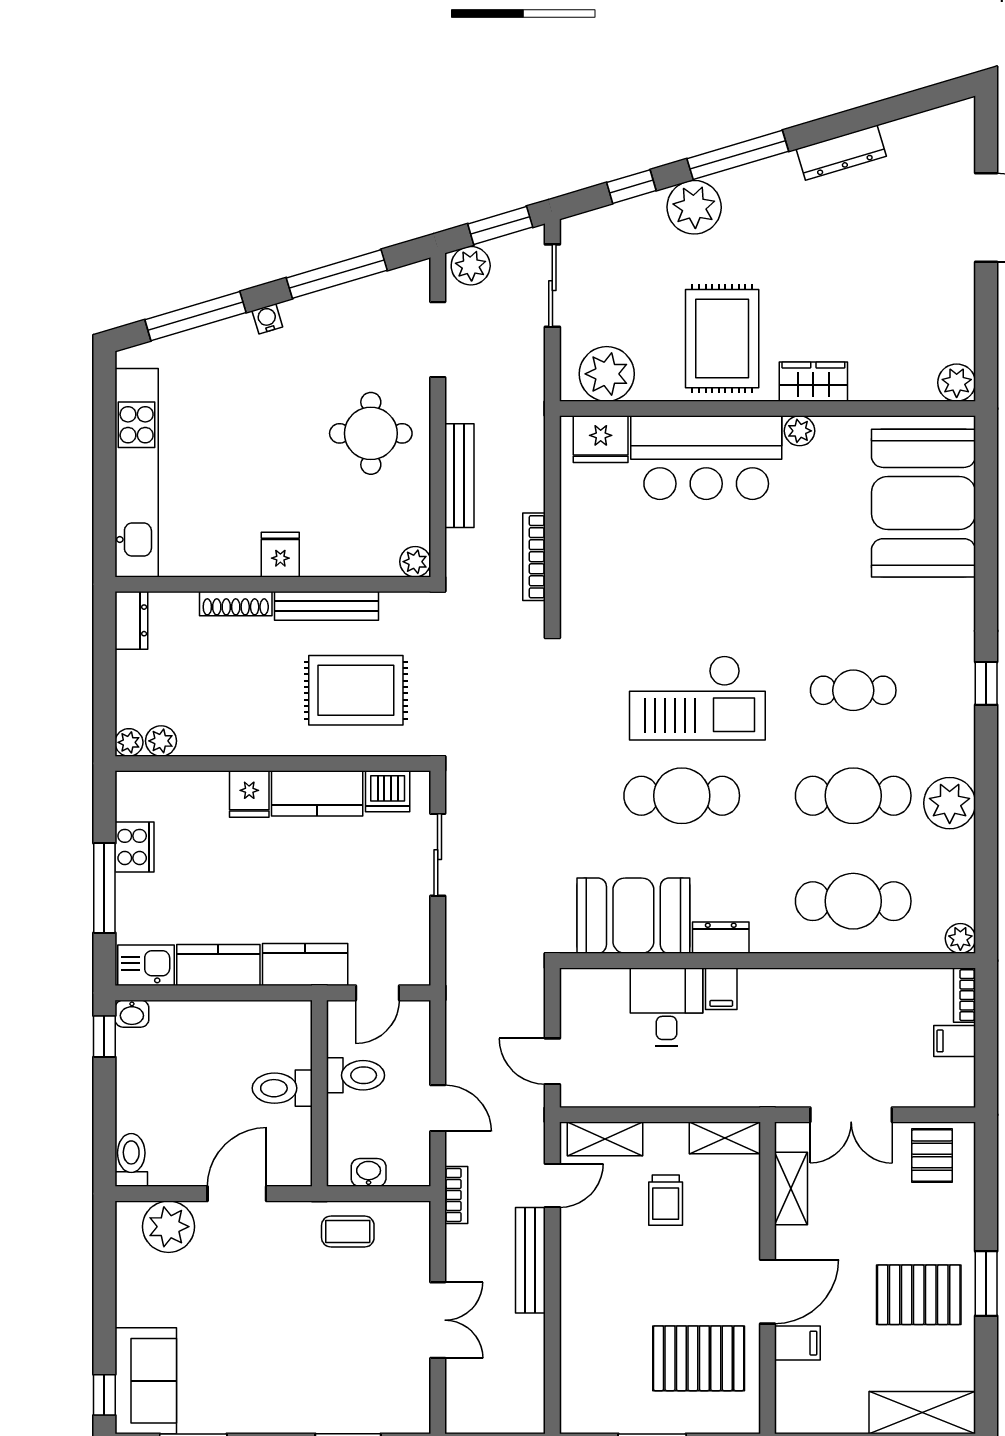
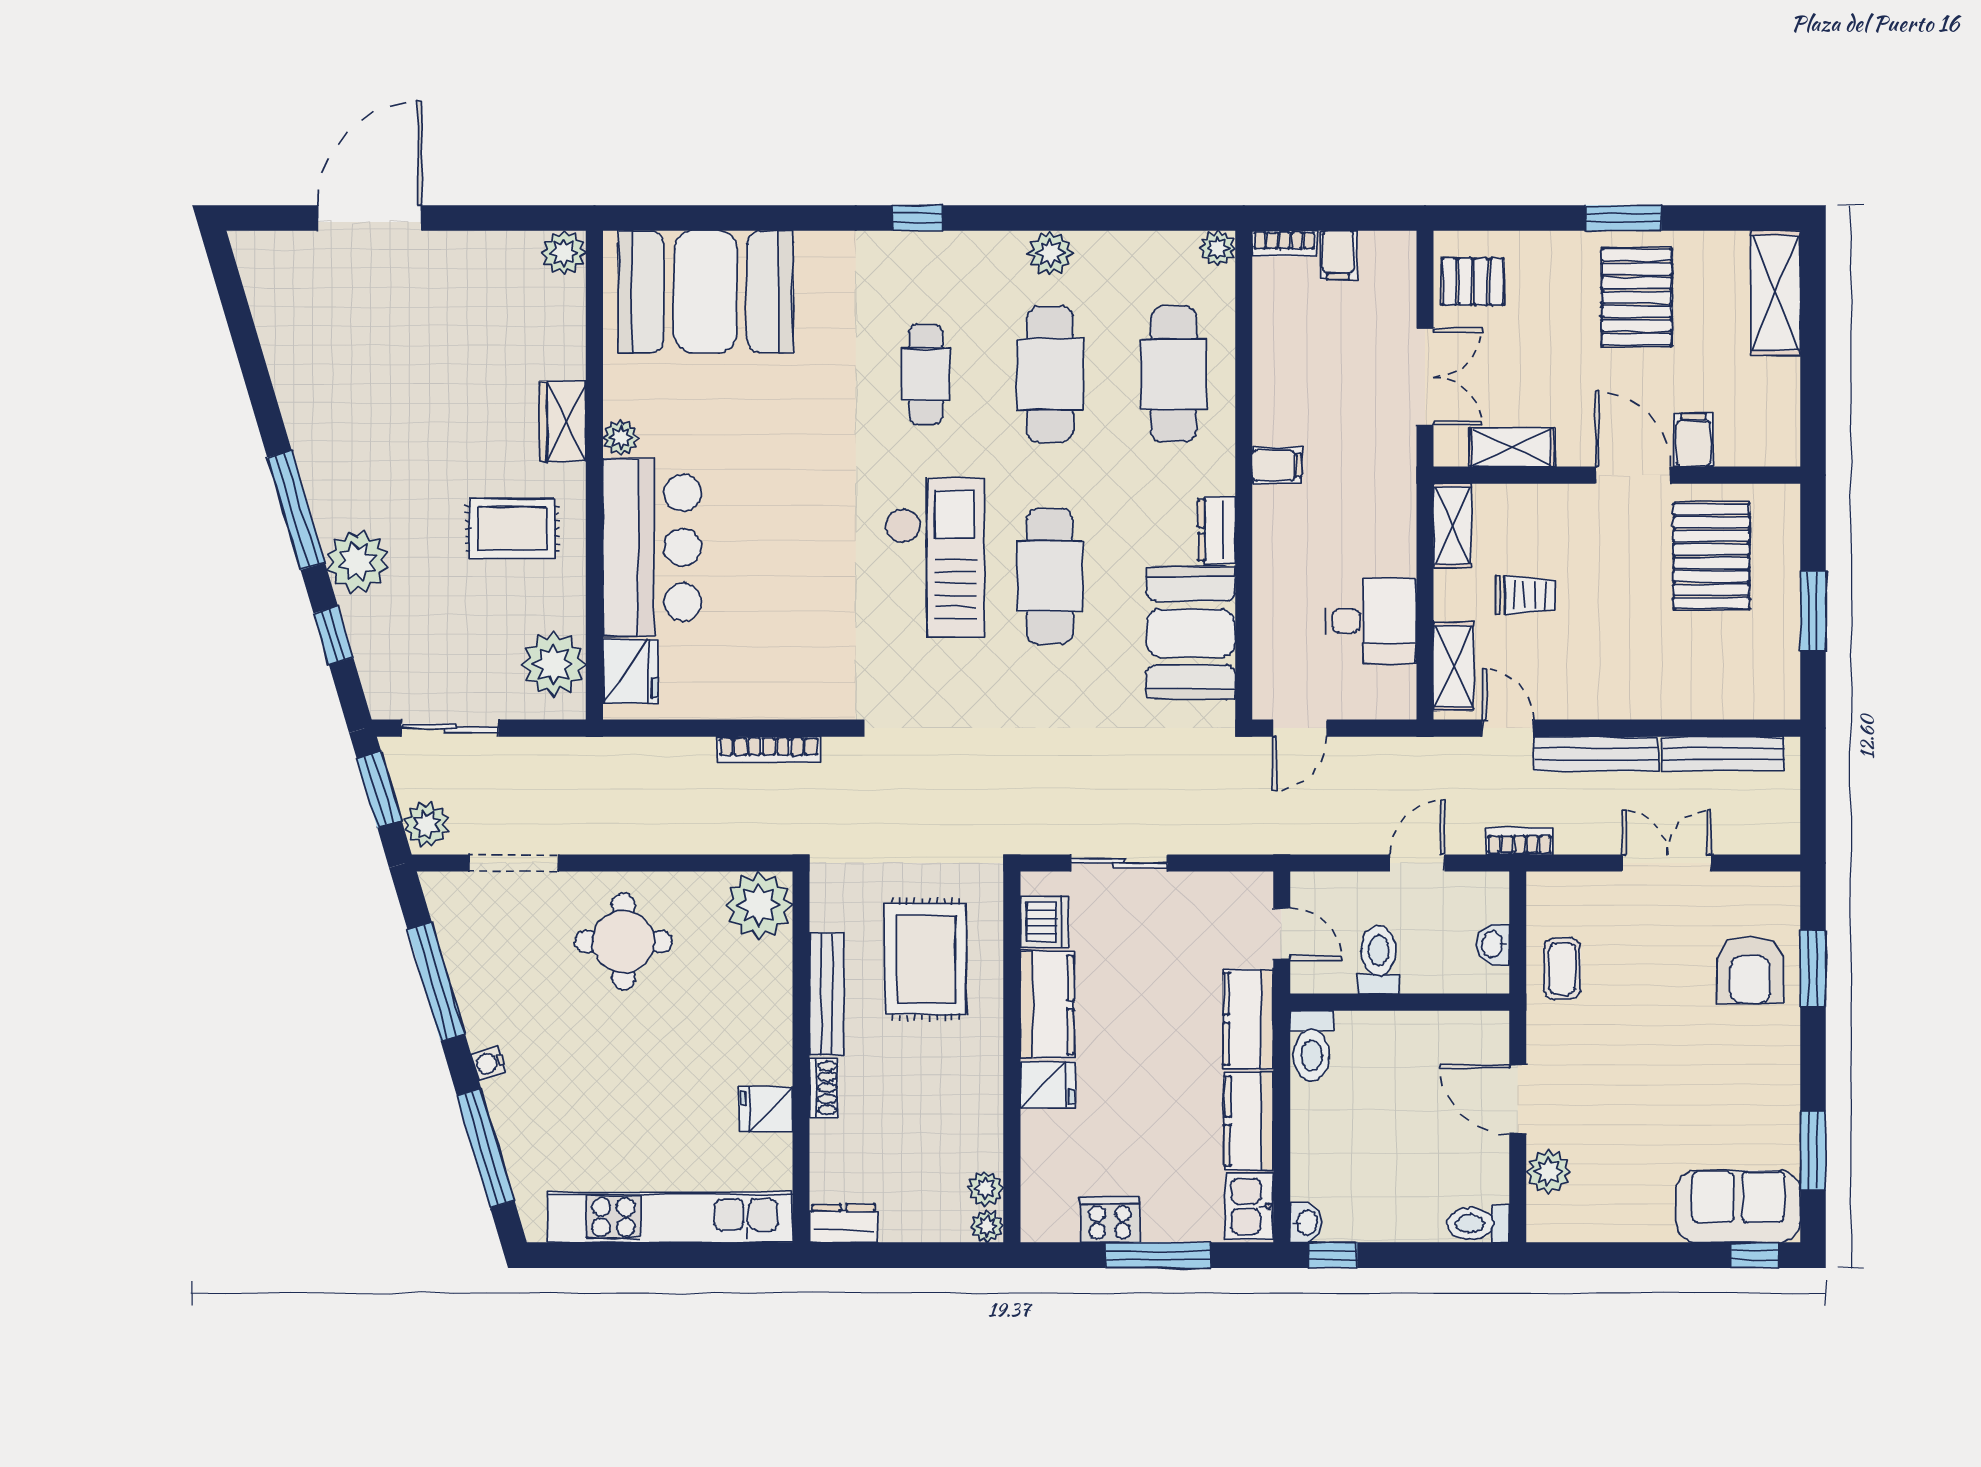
dresser: (841, 153) -> (293, 388), removed
rug: (722, 339) -> (512, 528), width x0.73, depth x0.70
bench: (459, 476) -> (1723, 754), moved
fridge: (280, 555) -> (766, 1109), moved
plant: (415, 562) -> (759, 905), width x1.88, depth x1.88
shoe rack: (236, 604) -> (824, 1088), width x0.70
plant: (950, 803) -> (1050, 253), width x0.73, depth x0.73
filing cabinet: (721, 989) -> (1277, 465), moved
desk: (667, 1007) -> (1371, 621), moved, turned 180
door: (552, 1061) -> (1300, 728), moved
toilet: (282, 1088) -> (1311, 1046), moved
plant: (169, 1227) -> (1549, 1172), width x0.73, depth x0.73
armchair: (347, 1391) -> (1750, 970), added

